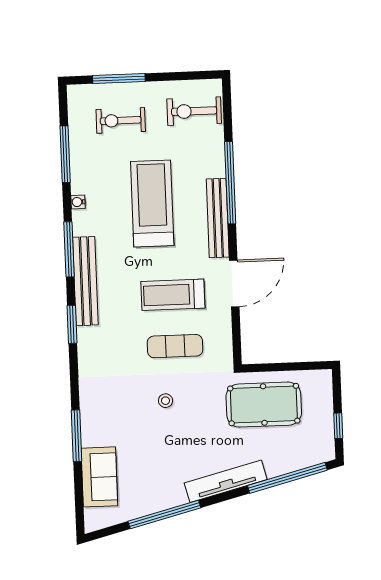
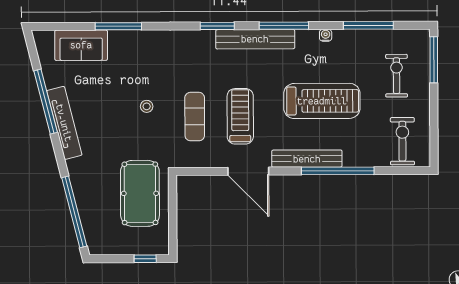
window: (119, 79) -> (434, 60), moved
window: (338, 426) -> (145, 259), moved
tv unit: (226, 481) -> (64, 123), moved

